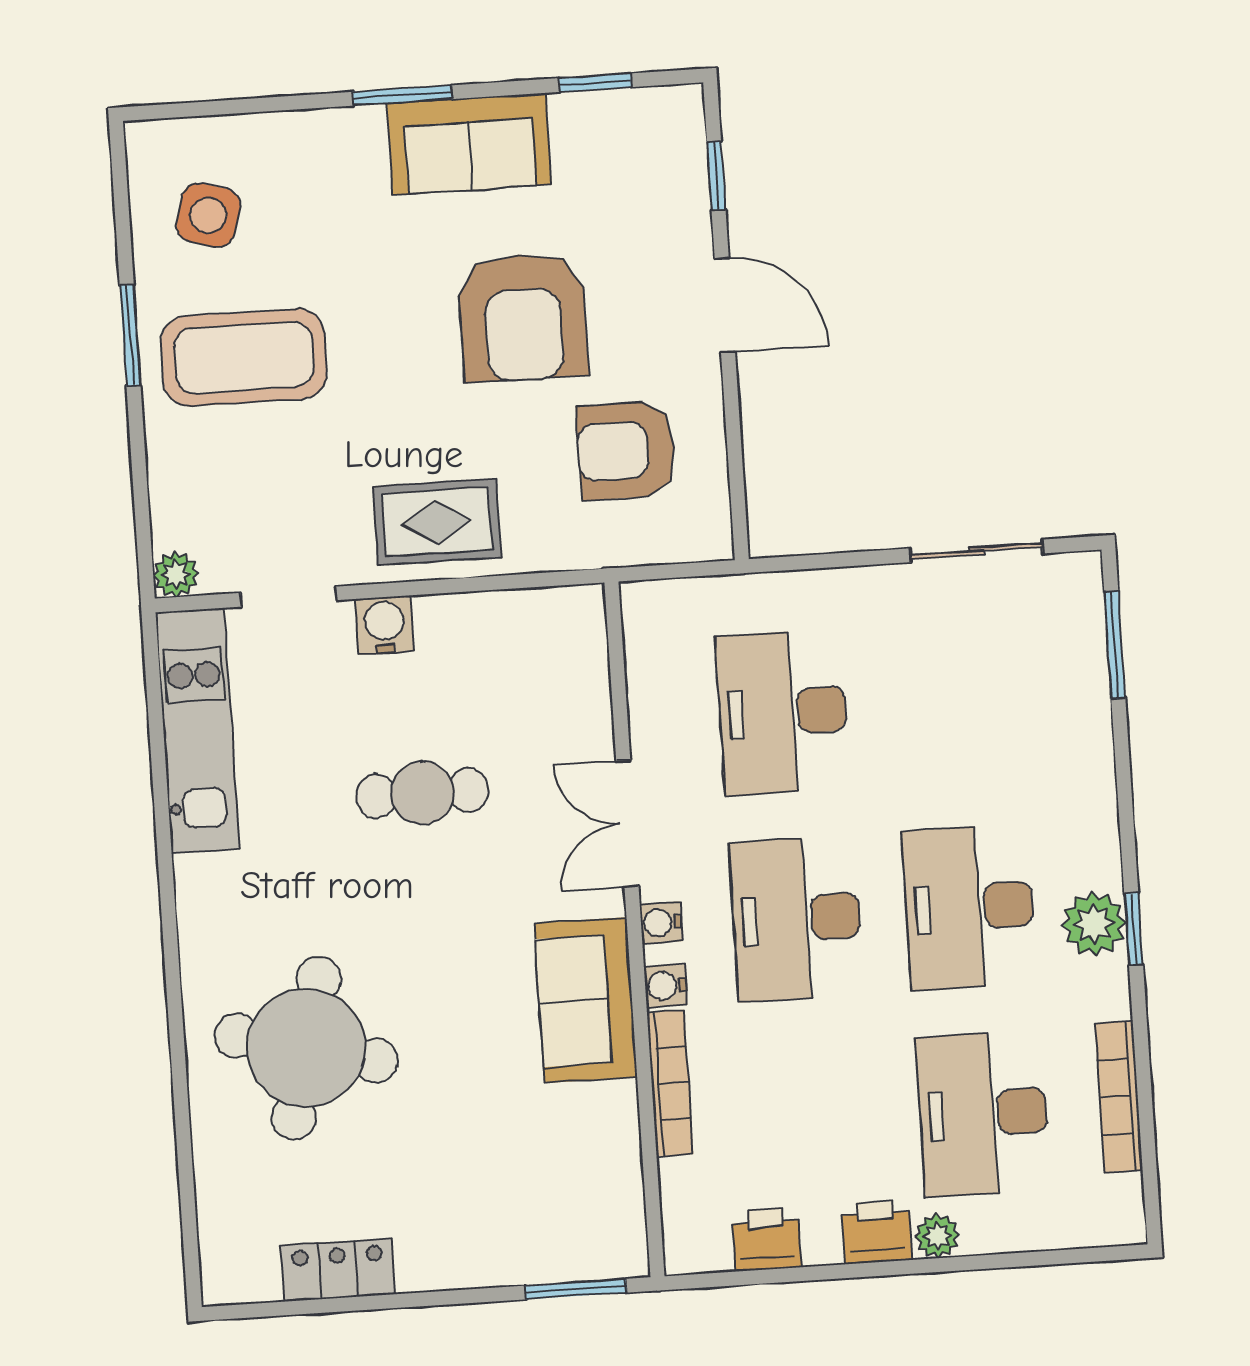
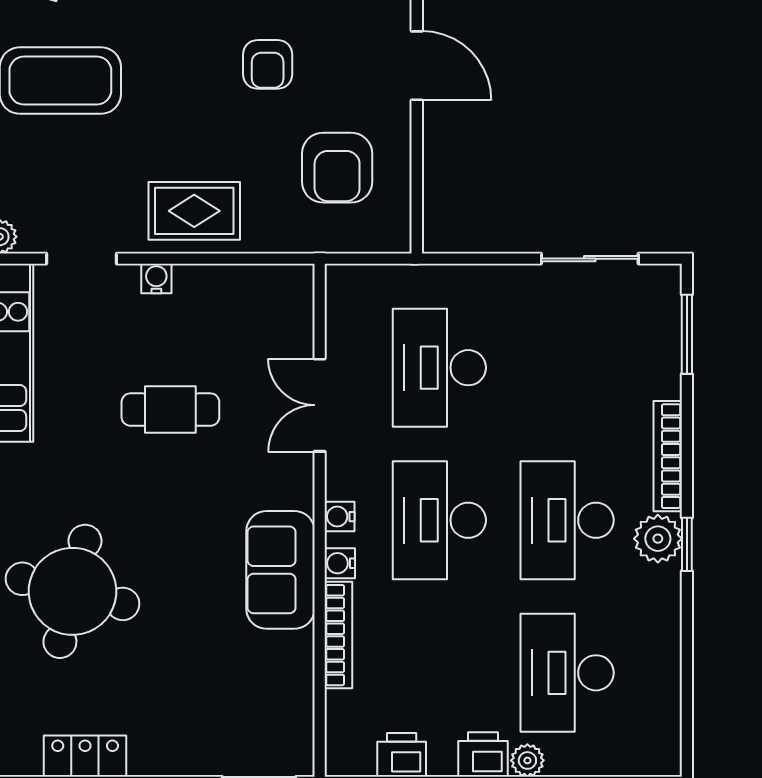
armchair: (523, 317) -> (268, 64), width x0.53, depth x0.53
armchair: (626, 451) -> (337, 168), turned -90
water cooler: (384, 625) -> (156, 279), width x0.72, depth x0.72
double door: (627, 824) -> (320, 405), moved
bookcase: (1119, 1096) -> (668, 456), moved

